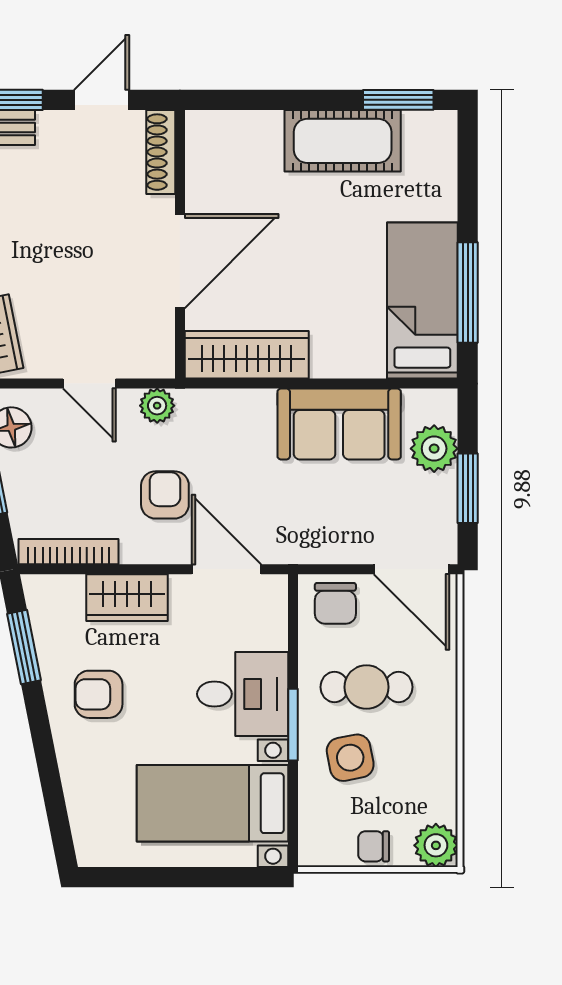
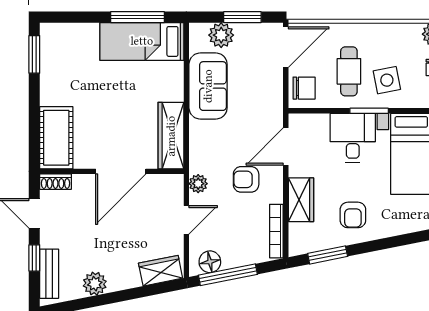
cot: (343, 141) -> (56, 138), moved
shoe rack: (161, 152) -> (55, 182), width x0.70
door: (180, 261) -> (121, 171), swing flipped

